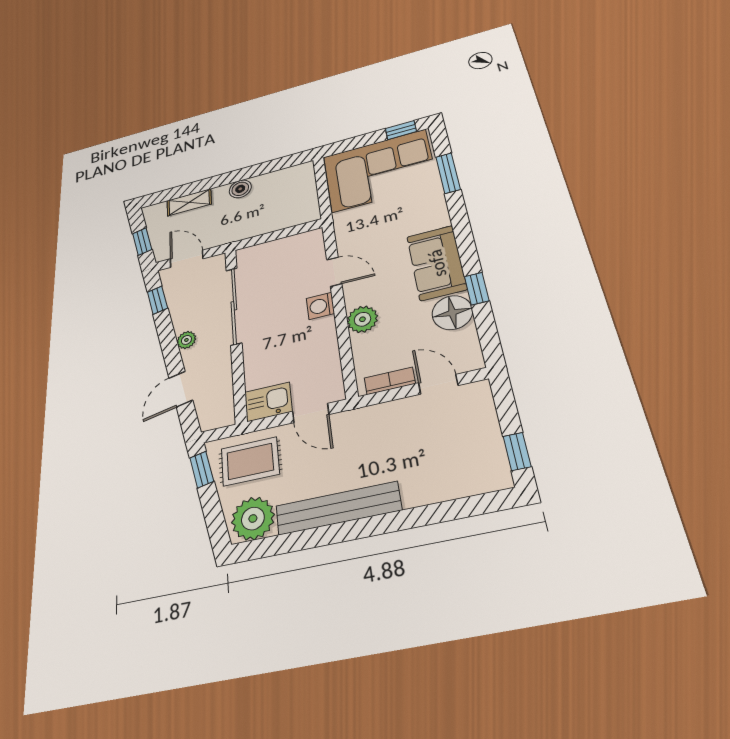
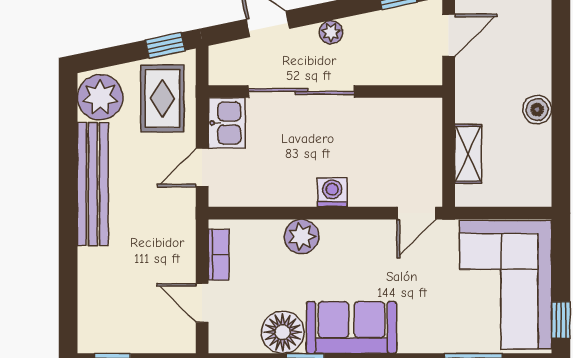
shelving: (189, 202) -> (468, 154), moved
door: (334, 272) -> (416, 213), moved
sliding door: (234, 306) -> (302, 92), moved
door: (438, 384) -> (202, 303), swing flipped

